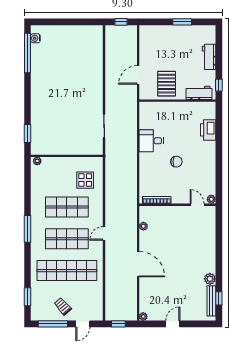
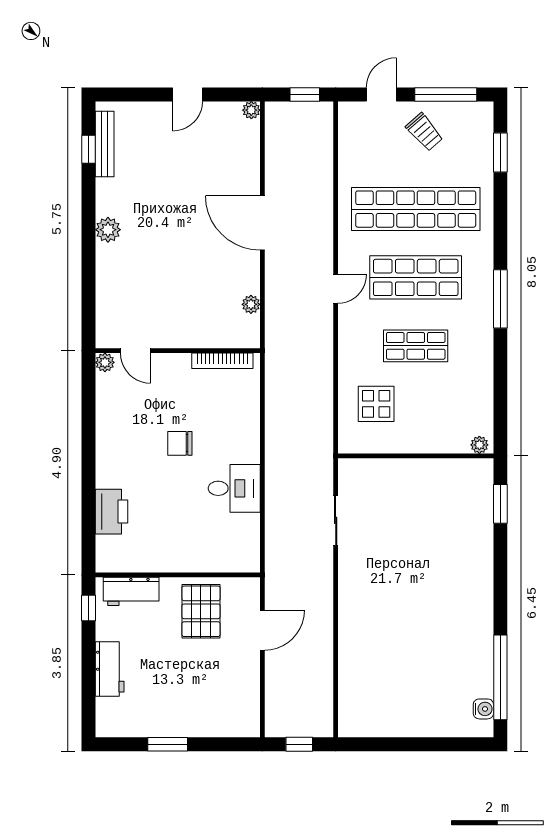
shop shelf: (67, 207) -> (416, 346), width x0.70, depth x0.74
plant: (210, 279) -> (108, 230), moved

